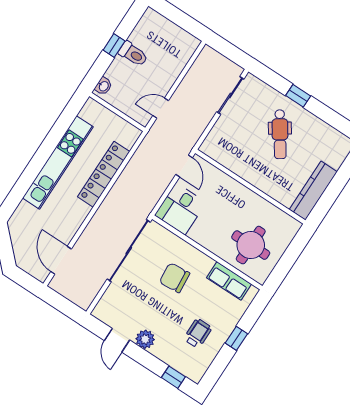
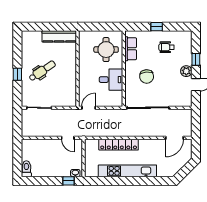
window: (114, 46) -> (69, 181), moved
toilet: (133, 54) -> (26, 169), moved
desk: (180, 209) -> (111, 80), moved
window: (173, 377) -> (196, 59), moved

